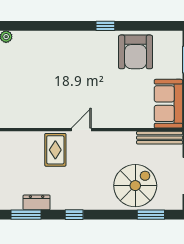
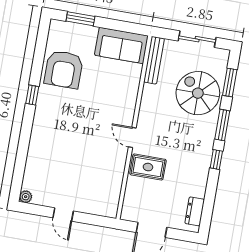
armchair: (136, 52) -> (64, 69), turned 90
dresser: (37, 202) -> (195, 211), moved
window: (26, 215) -> (222, 125), moved

